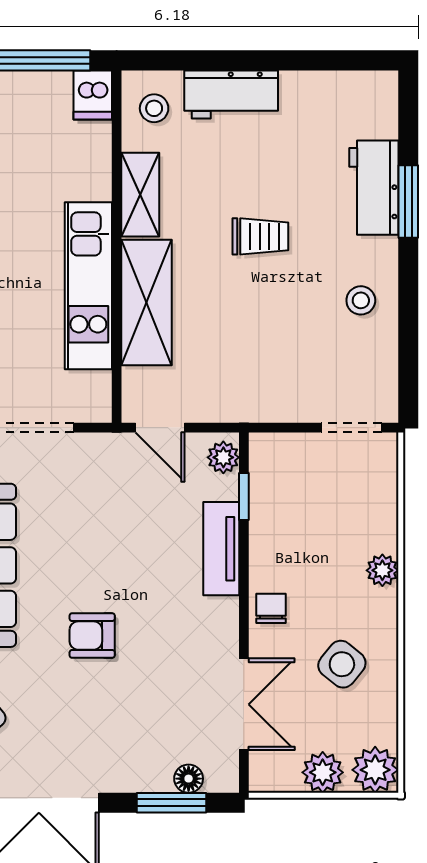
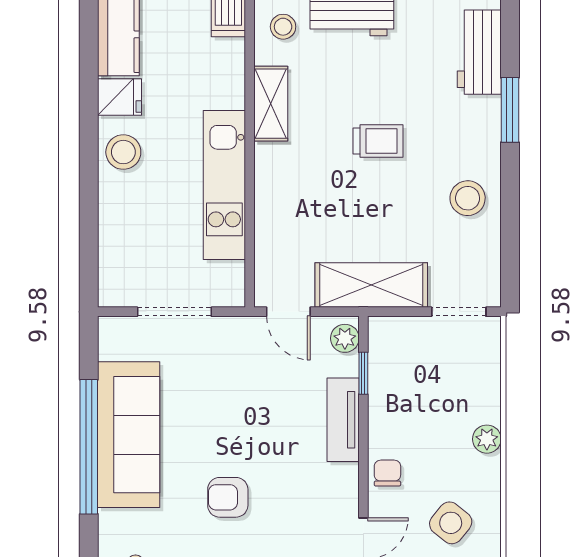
workbench: (374, 188) -> (479, 52), moved
stool: (361, 300) -> (468, 198), width x1.37, depth x1.37
shelving: (147, 303) -> (371, 285), moved, turned 90

